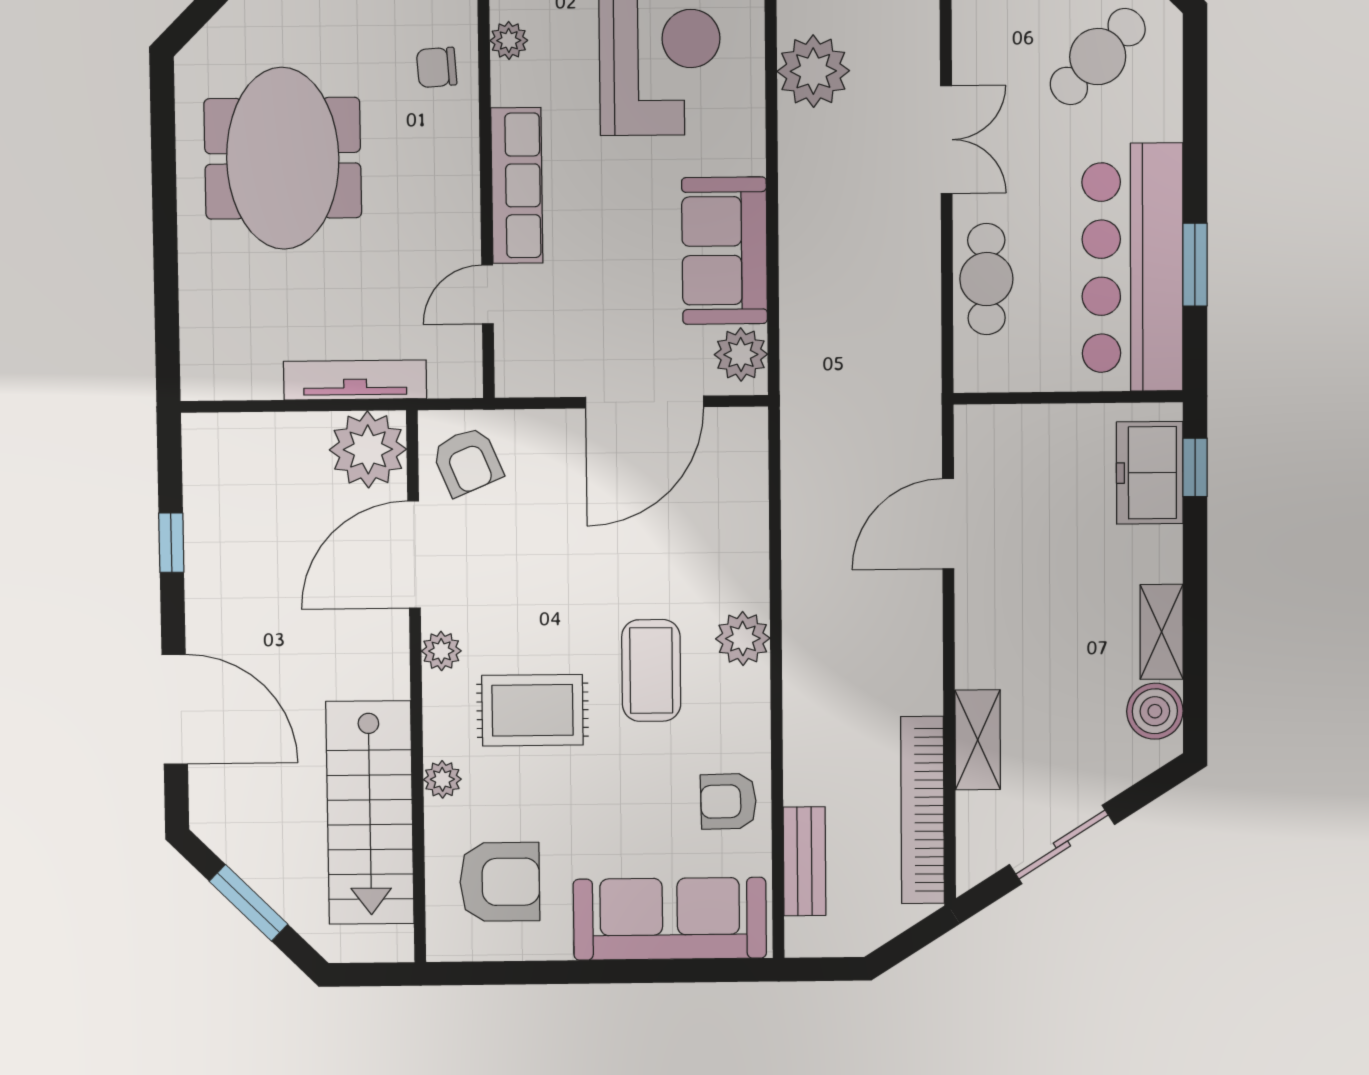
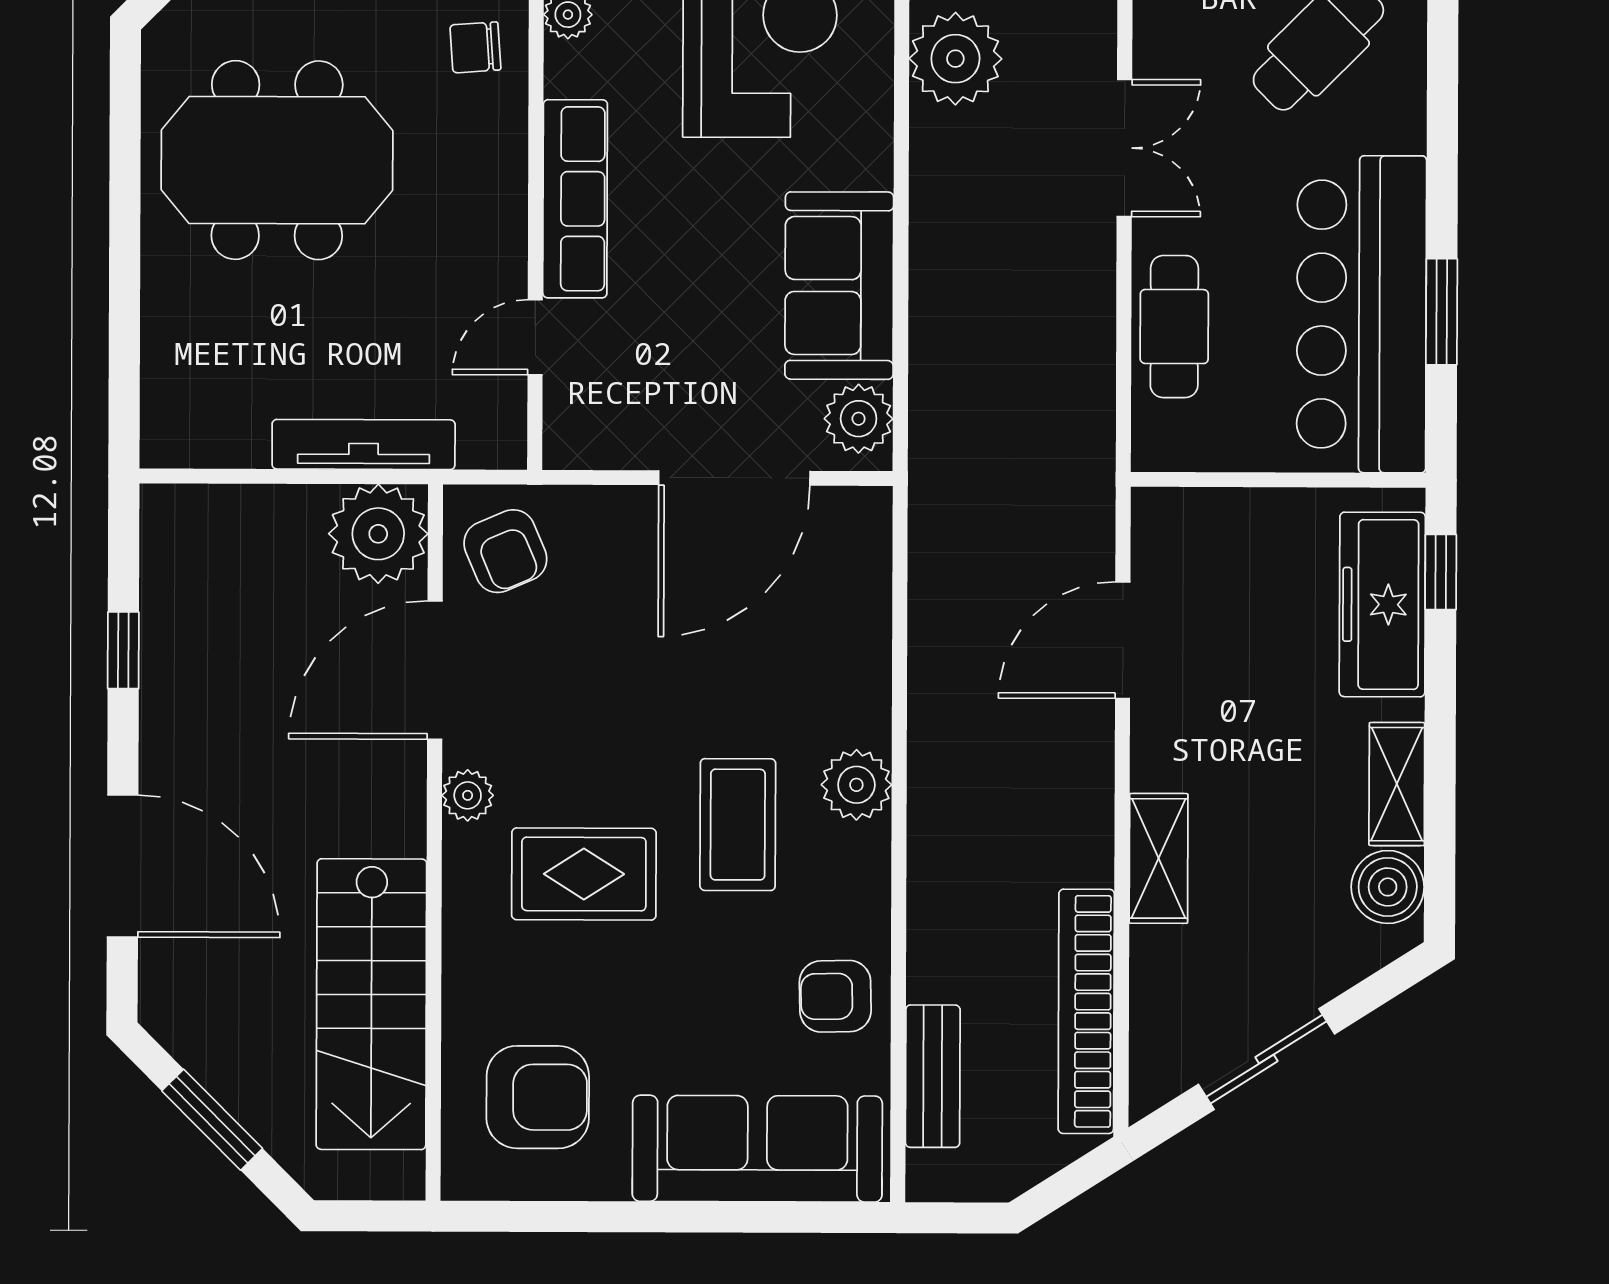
meeting table: (283, 158) -> (277, 160), turned 90
freezer: (1150, 473) -> (1382, 604), width x1.40
shelving: (978, 740) -> (1159, 858), moved
plant: (442, 779) -> (466, 962), removed

